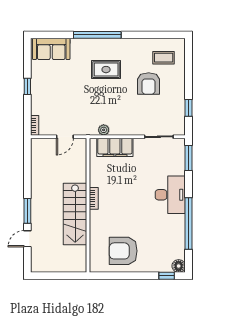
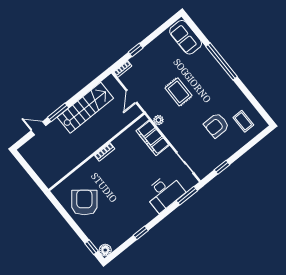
rug: (106, 70) -> (178, 92), moved
window: (27, 86) -> (136, 50), moved
door: (65, 137) -> (132, 97), hinge flipped
desk: (170, 195) -> (164, 193), moved
stairs: (75, 214) -> (85, 108), moved, turned 180
window: (188, 223) -> (141, 233), width x0.32
armchair: (123, 251) -> (84, 203), turned 39

